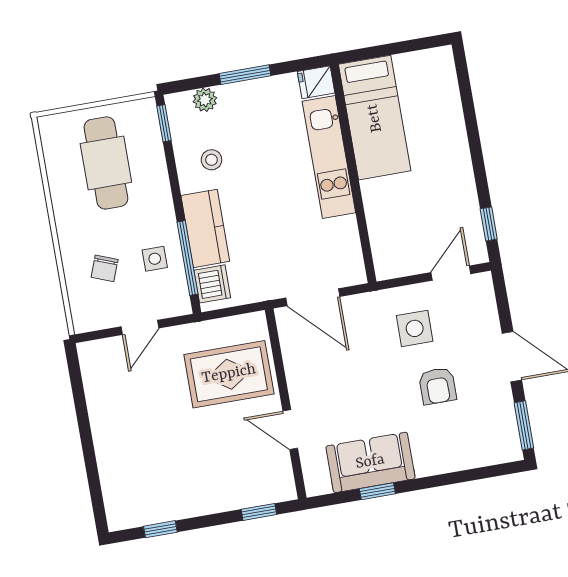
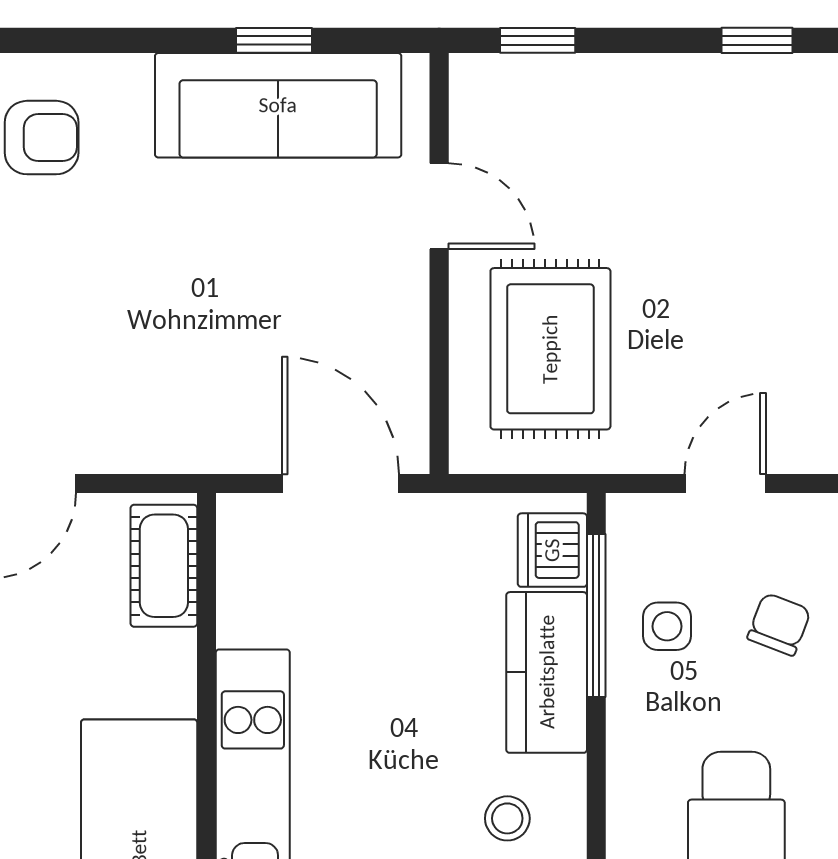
cot: (386, 246) -> (164, 566), added
side table: (415, 328) -> (132, 378), removed
rug: (229, 374) -> (550, 349), turned 90
armchair: (437, 386) -> (42, 138), moved, turned 90
sofa: (370, 462) -> (278, 105), width x1.36

